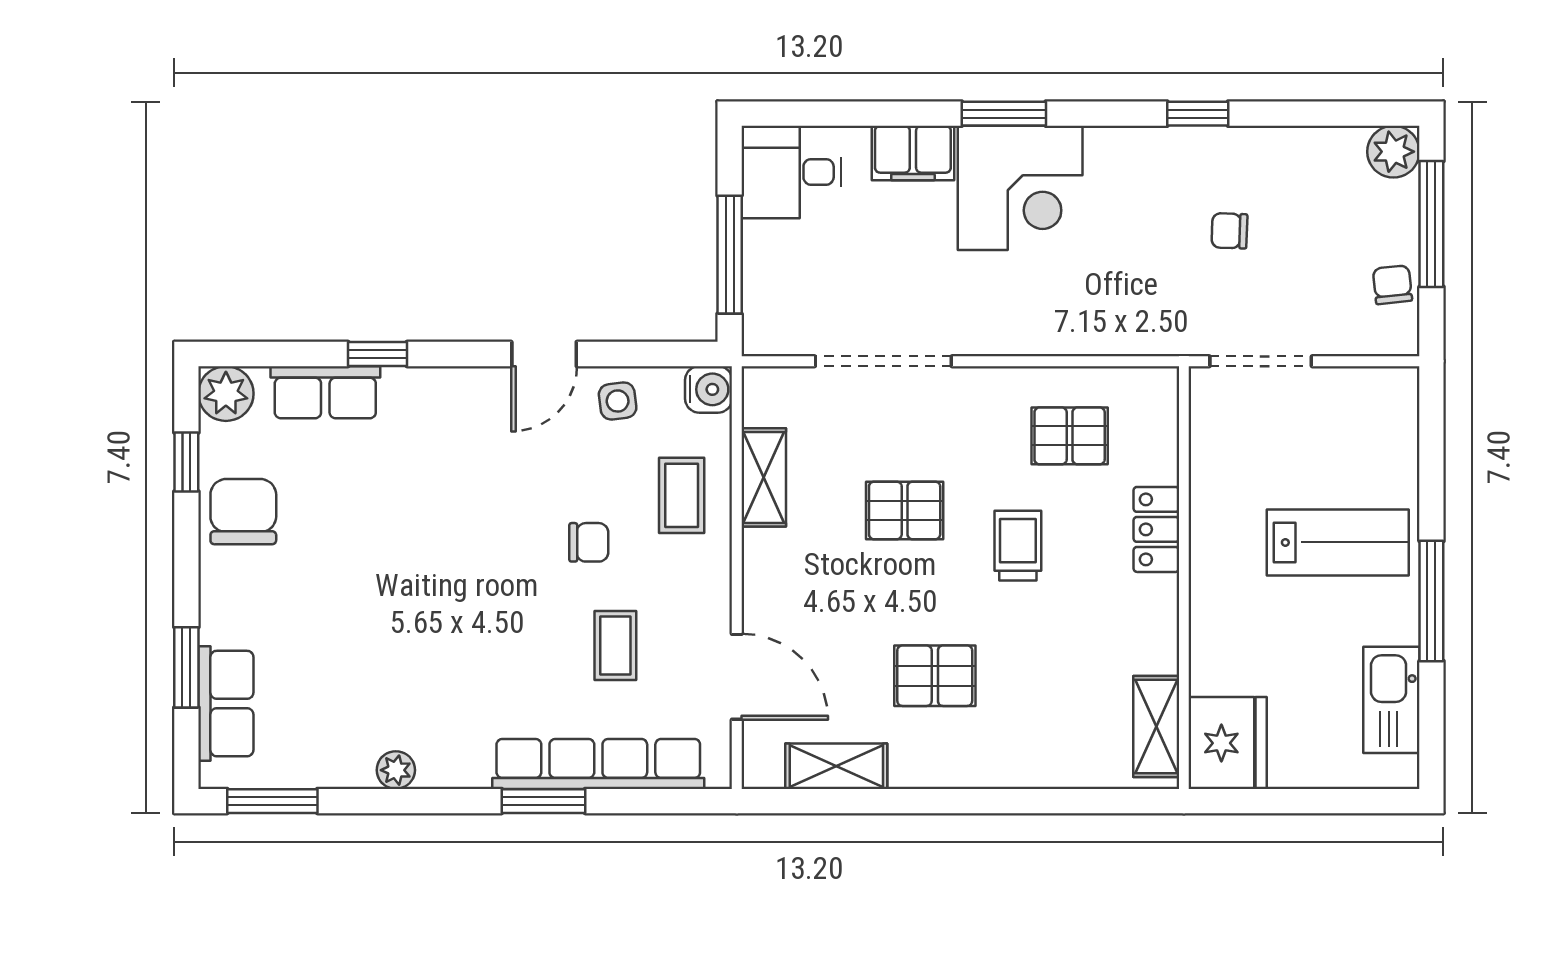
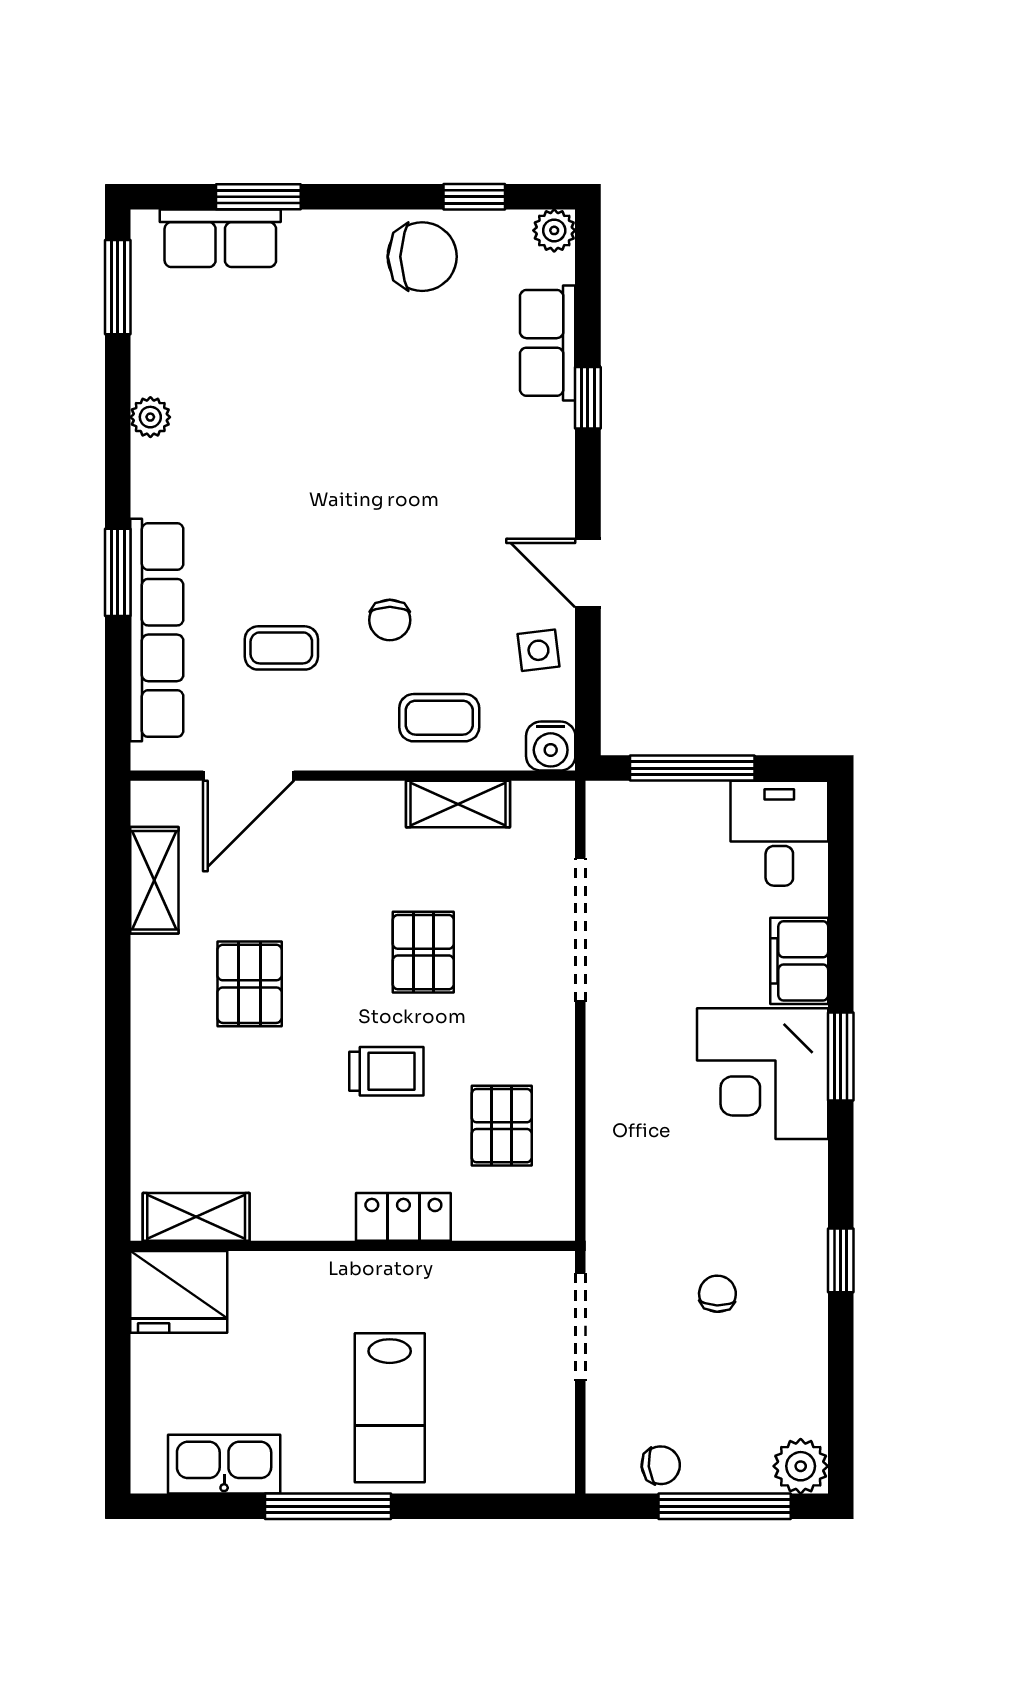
plant: (226, 394) -> (554, 230), width x0.73, depth x0.73

